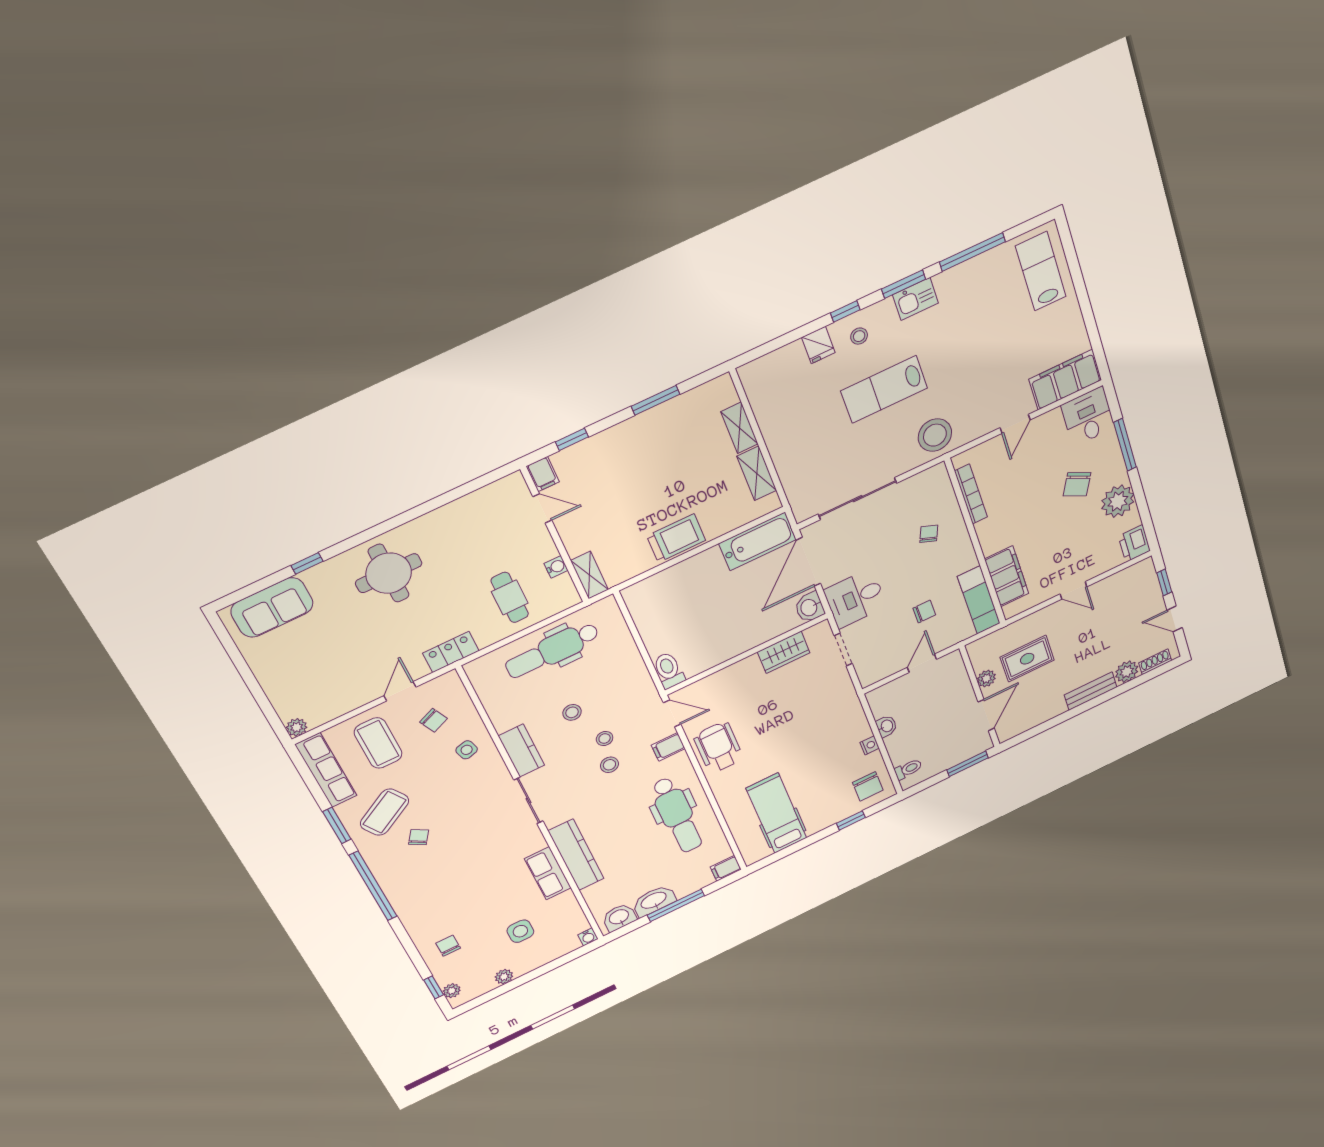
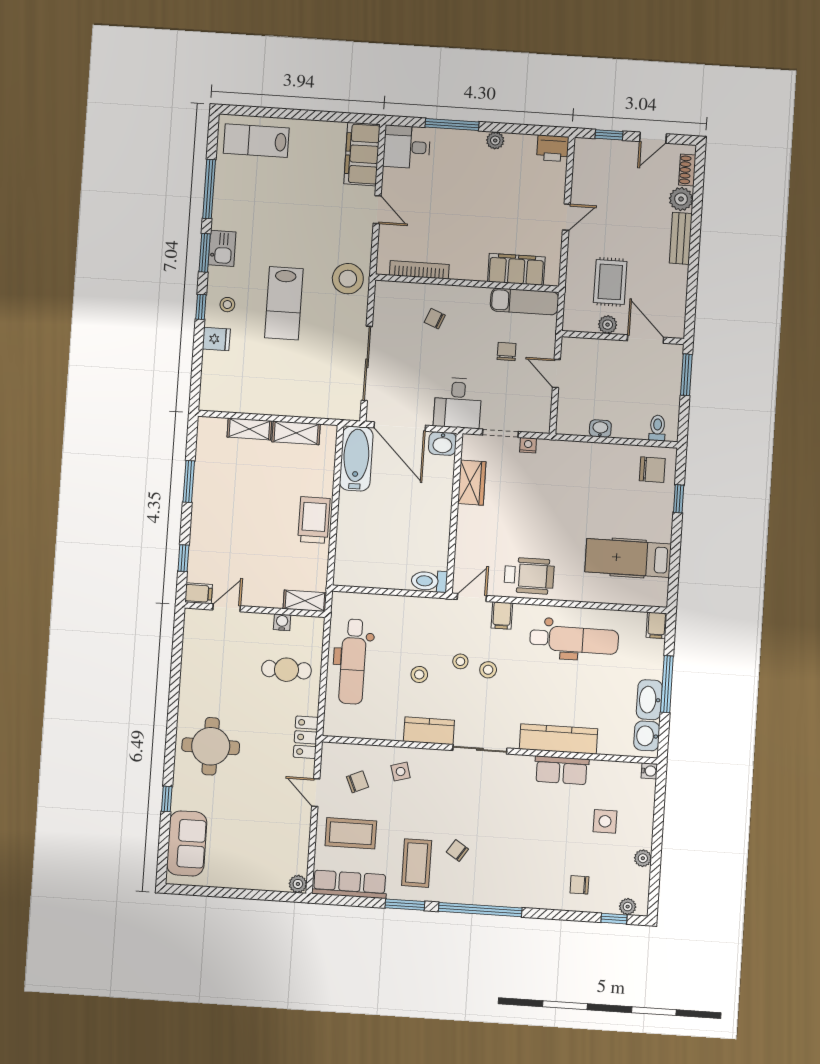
chair: (1077, 484) -> (465, 178), removed
plant: (1118, 501) -> (495, 140), width x0.53, depth x0.53
nightstand: (870, 745) -> (528, 445), moved
wheelchair: (718, 747) -> (529, 576), turned 180
coffee table: (385, 812) -> (417, 863), turned 31

